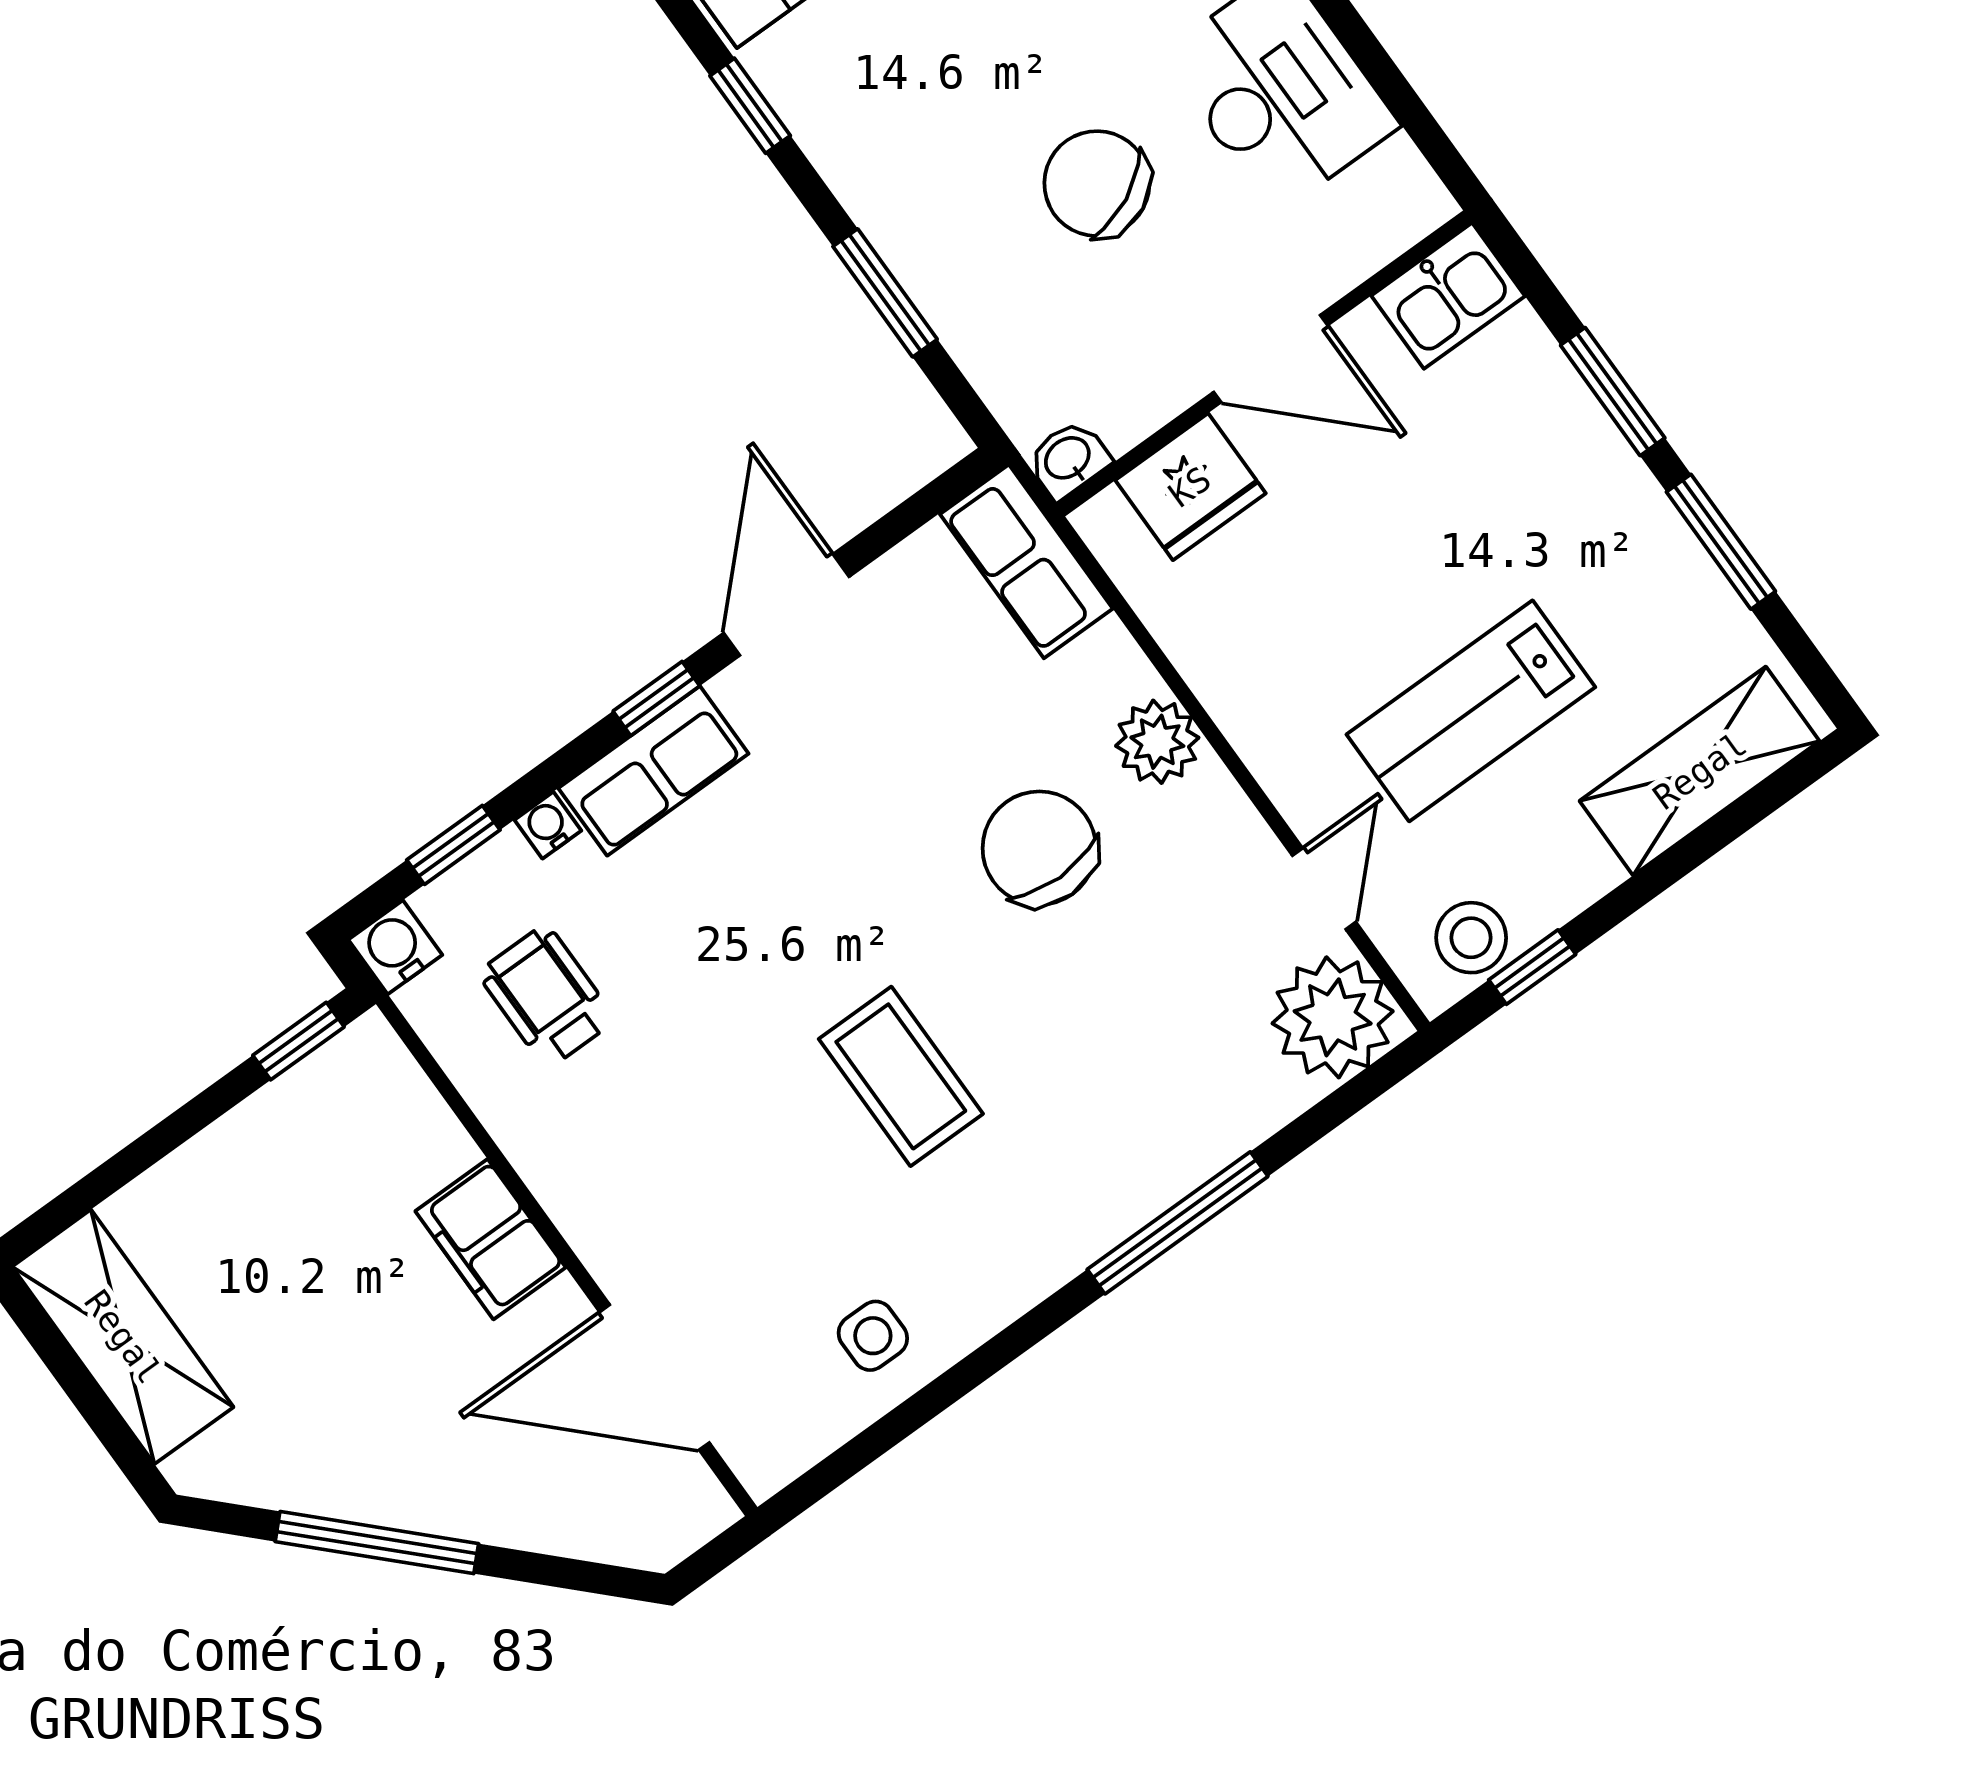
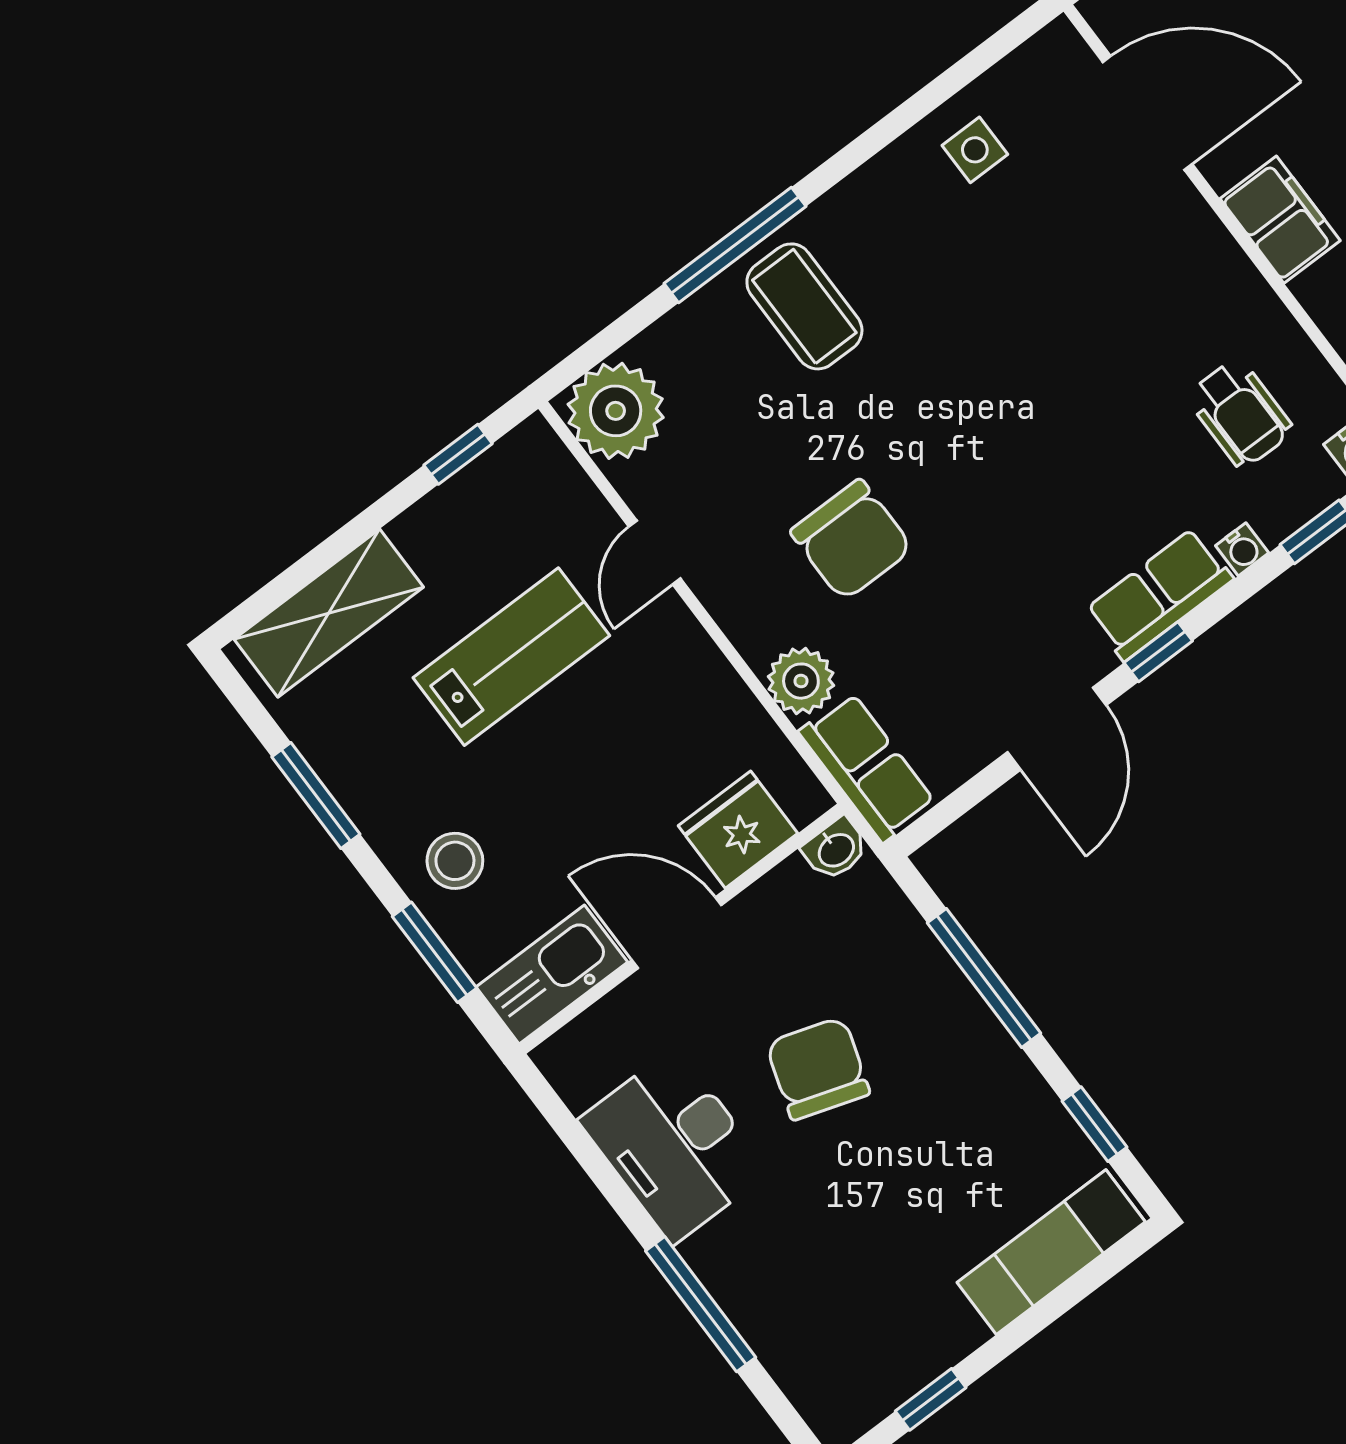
chair: (1097, 184) -> (818, 1069), turned -136
window: (885, 293) -> (984, 978), width x1.44
kitchen sink: (1448, 296) -> (552, 975), width x1.38
window: (1613, 392) -> (435, 952), moved
plant: (1157, 742) -> (801, 681), moved
door: (1324, 889) -> (655, 553), moved
stool: (1471, 938) -> (455, 861), moved
coffee table: (901, 1076) -> (804, 306), moved

